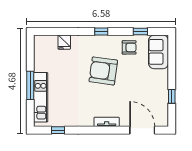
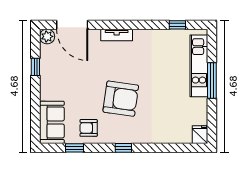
fridge: (64, 42) -> (200, 135), moved
plant: (162, 121) -> (47, 36), added

